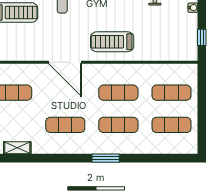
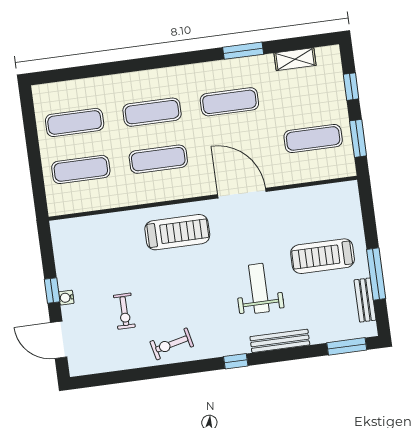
window: (202, 37) -> (52, 290), moved
window: (106, 158) -> (243, 51), moved

